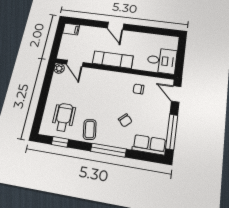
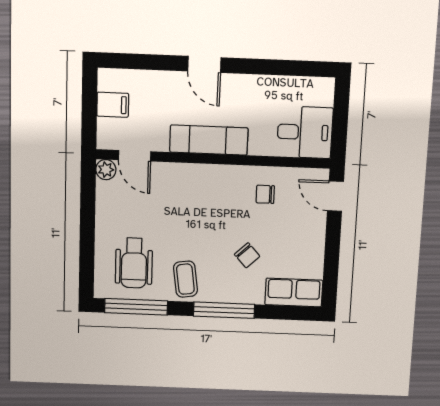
filing cabinet: (71, 29) -> (113, 105), moved
wheelchair: (64, 117) -> (134, 263), turned 180
window: (172, 132) -> (331, 266), removed
window: (60, 142) -> (136, 307), width x2.17

